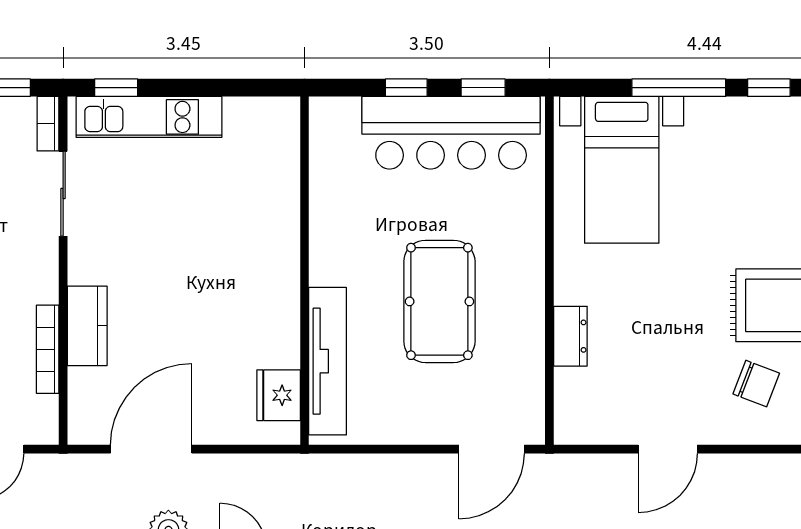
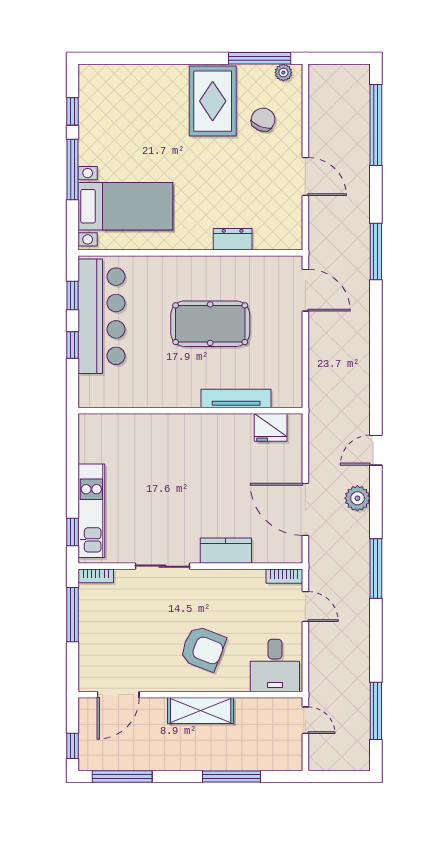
sliding door: (63, 194) -> (162, 566), moved
bookcase: (48, 349) -> (284, 576), moved, width x0.64
tv unit: (328, 361) -> (236, 398), width x0.73, depth x0.78

